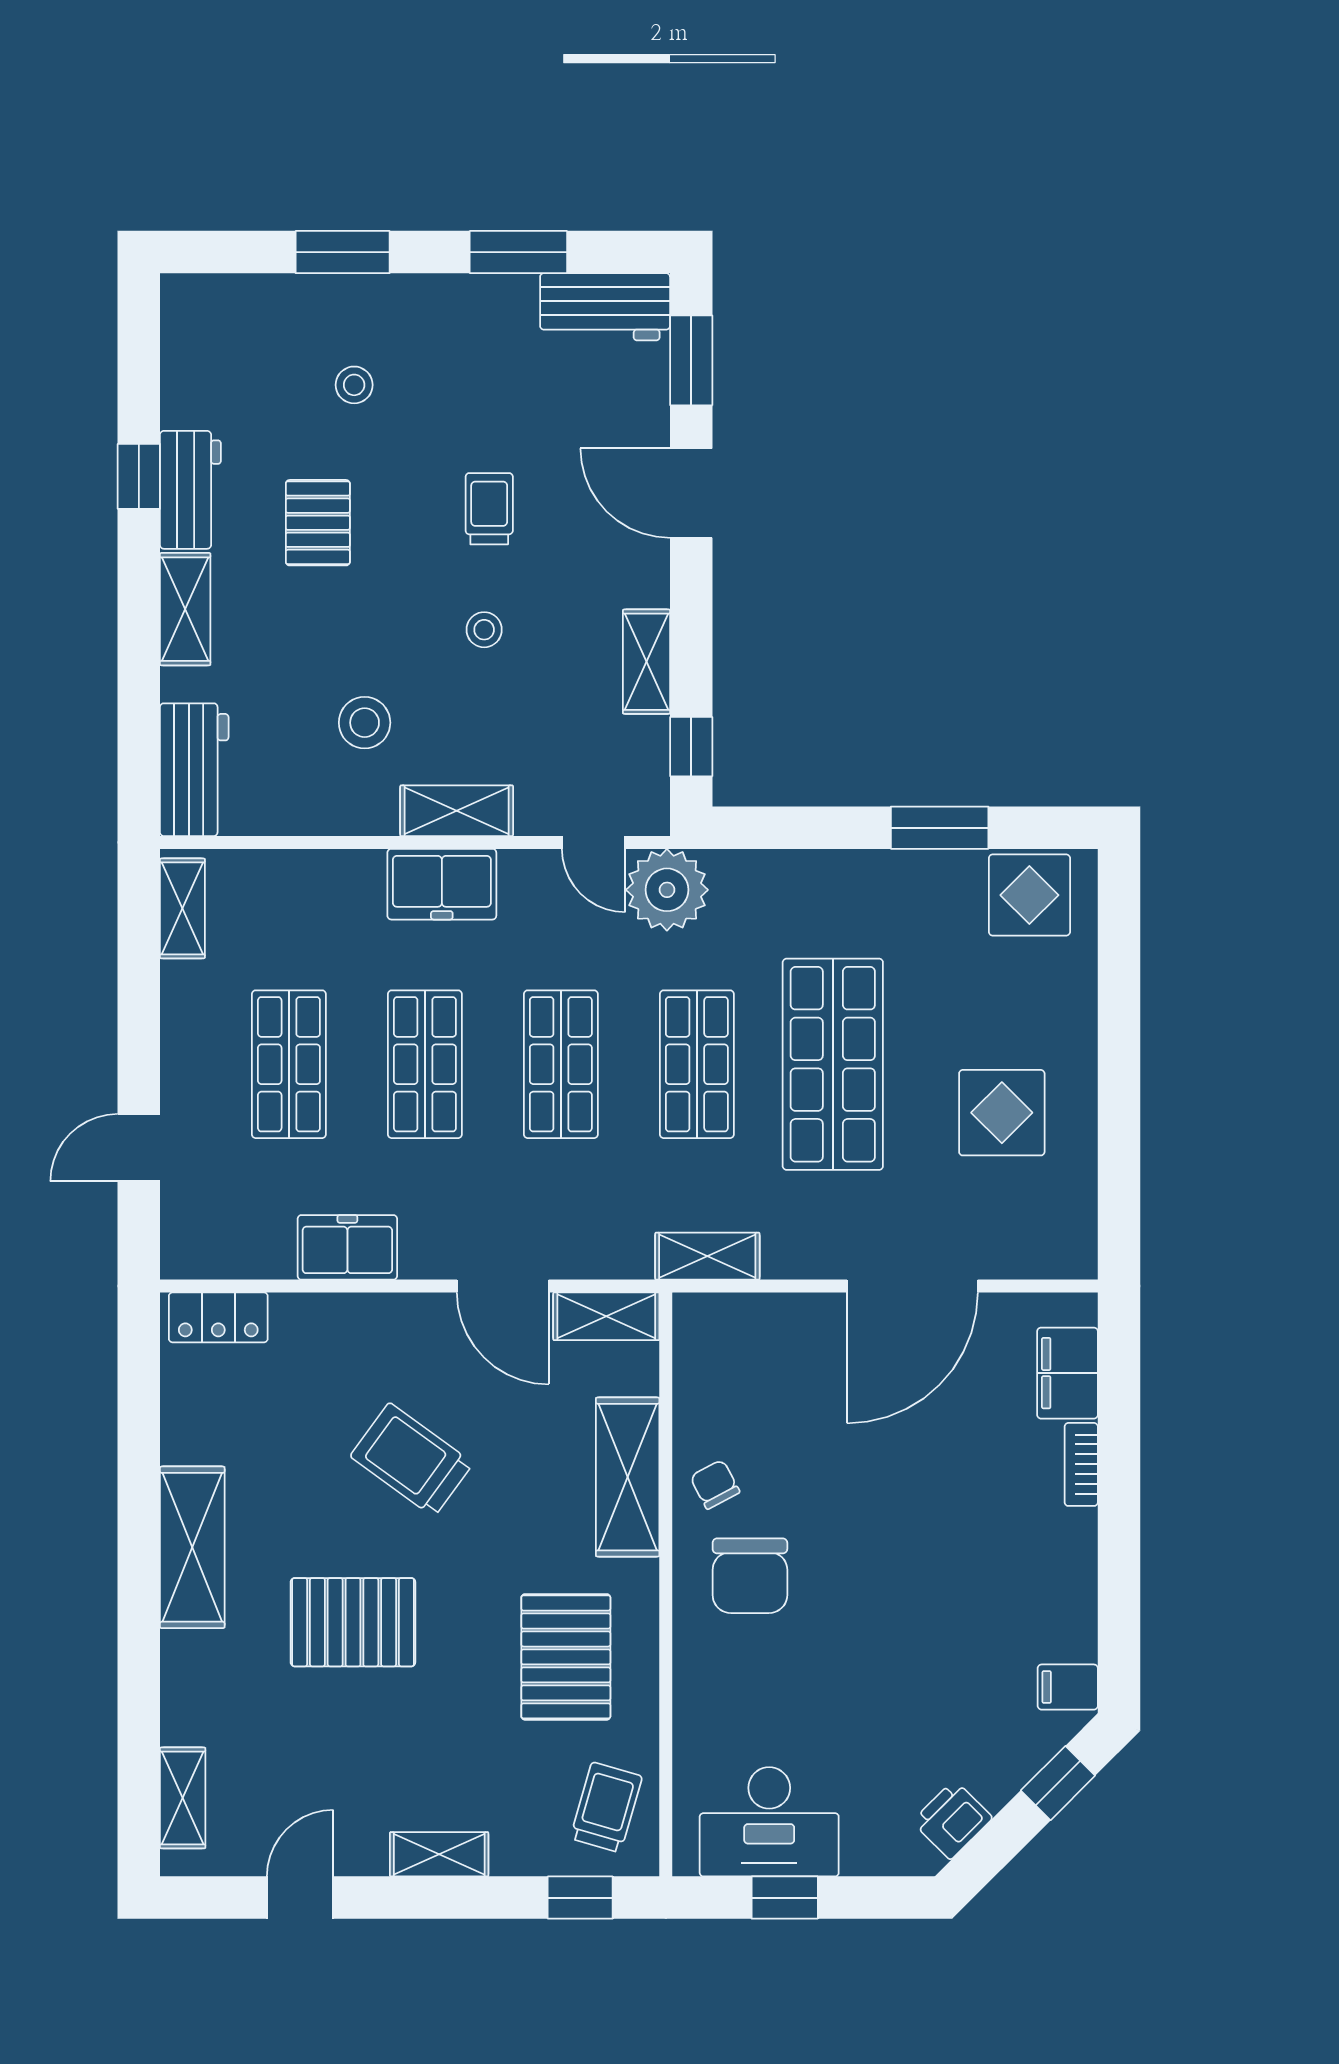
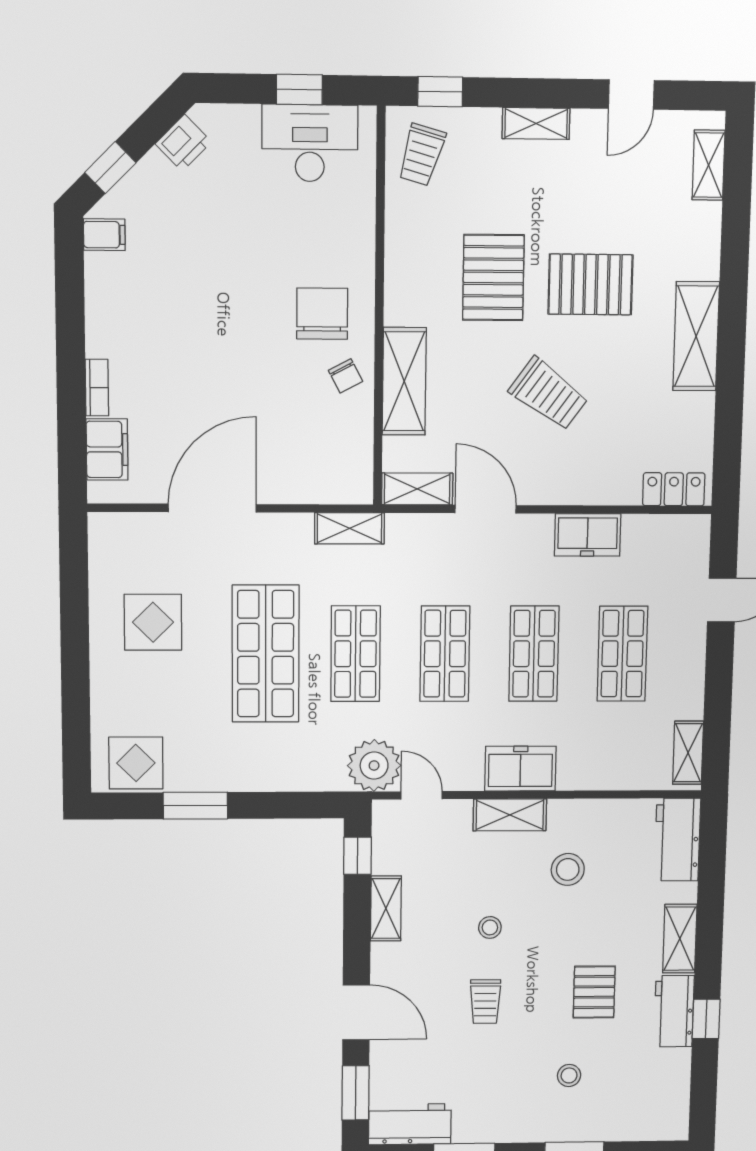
pallet: (566, 1657) -> (493, 278), moved

